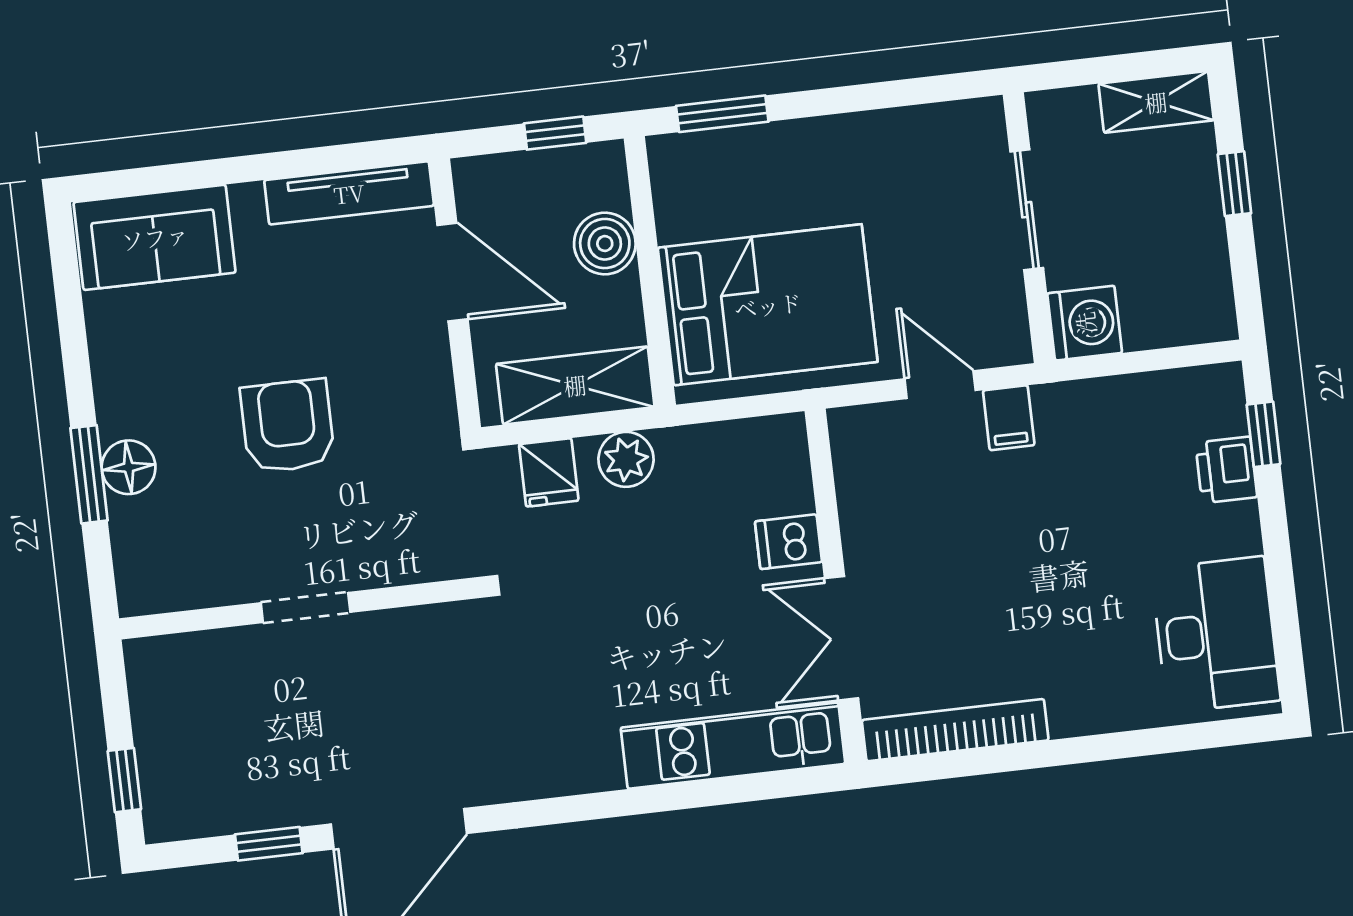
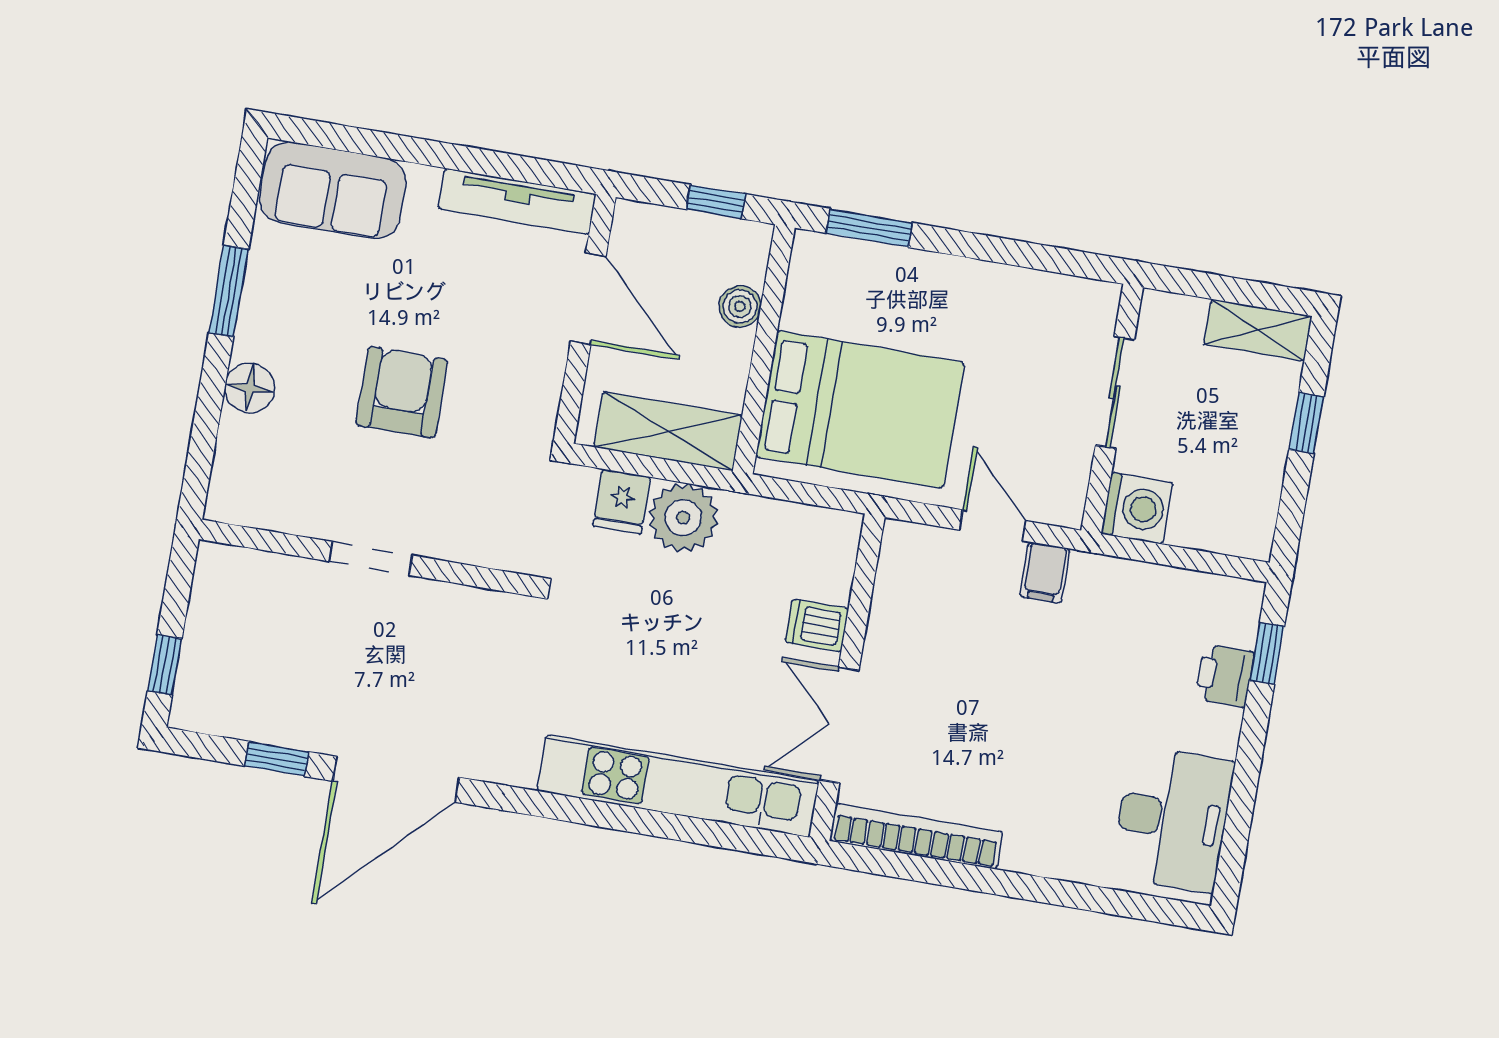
boiler: (605, 243) -> (740, 306), width x0.73, depth x0.73
plant: (626, 459) -> (683, 518), width x1.36, depth x1.36
window: (89, 474) -> (229, 291), moved
kitchen unit: (733, 746) -> (678, 786), width x1.36

